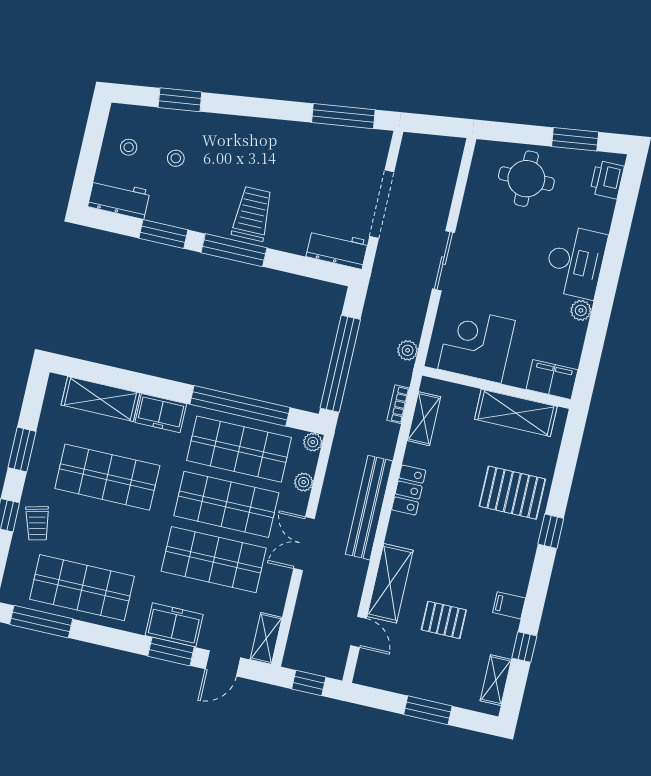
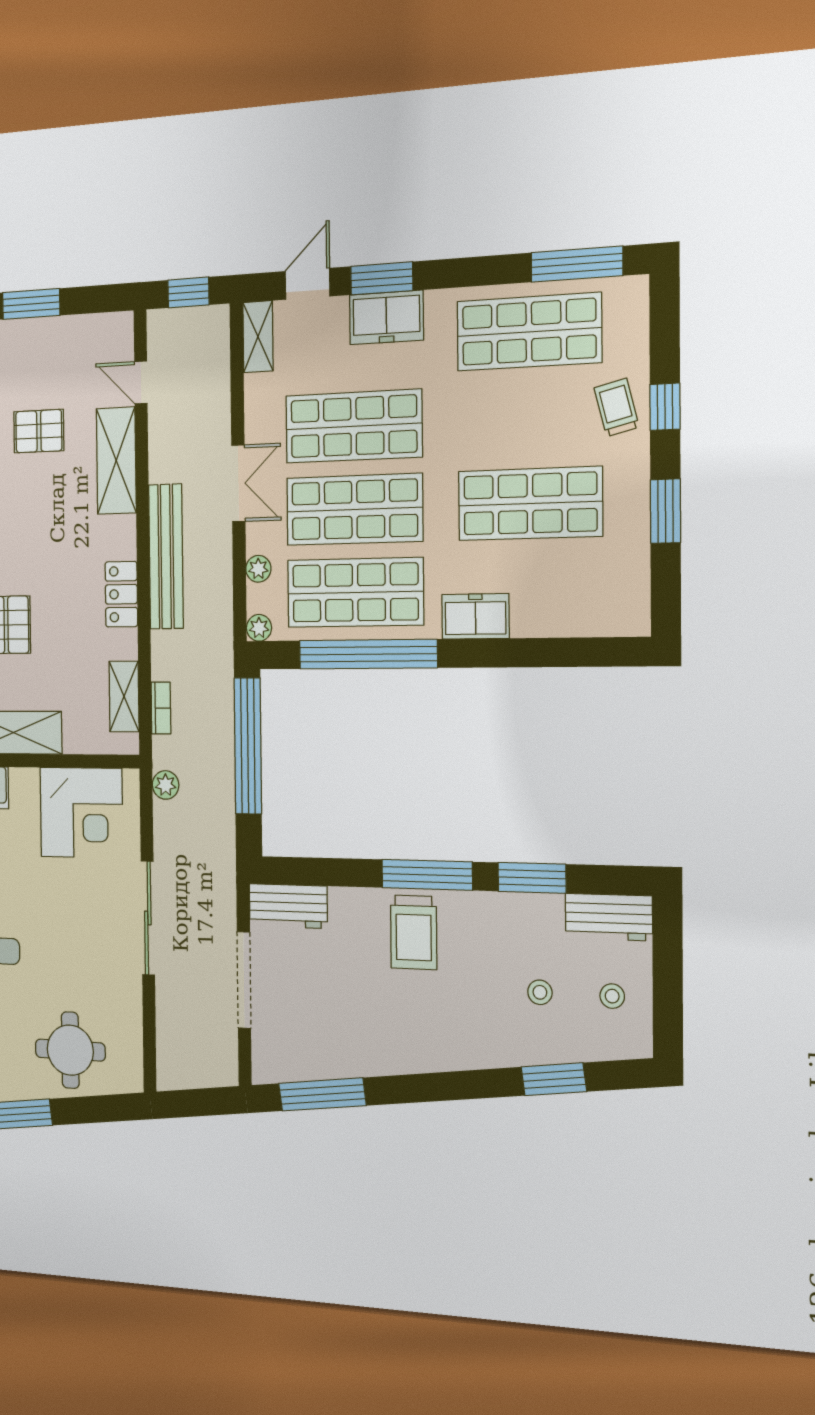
sliding door: (444, 261) -> (148, 918), width x1.37
shelving: (100, 399) -> (567, 615), removed

